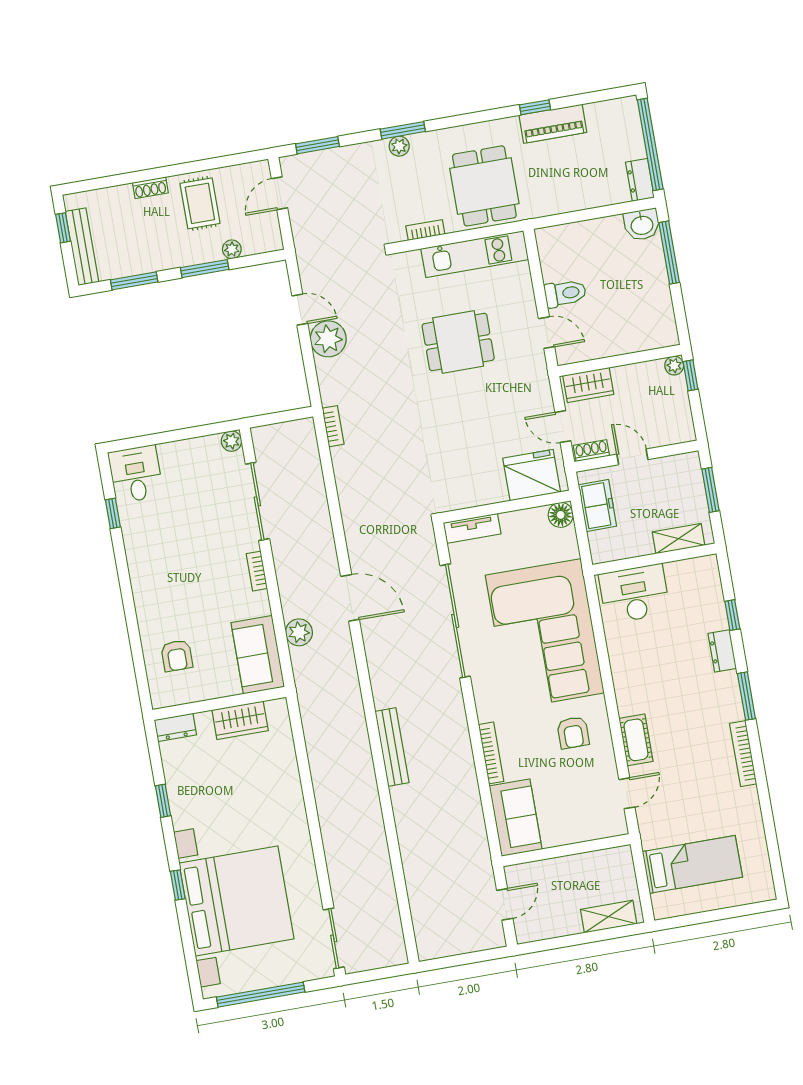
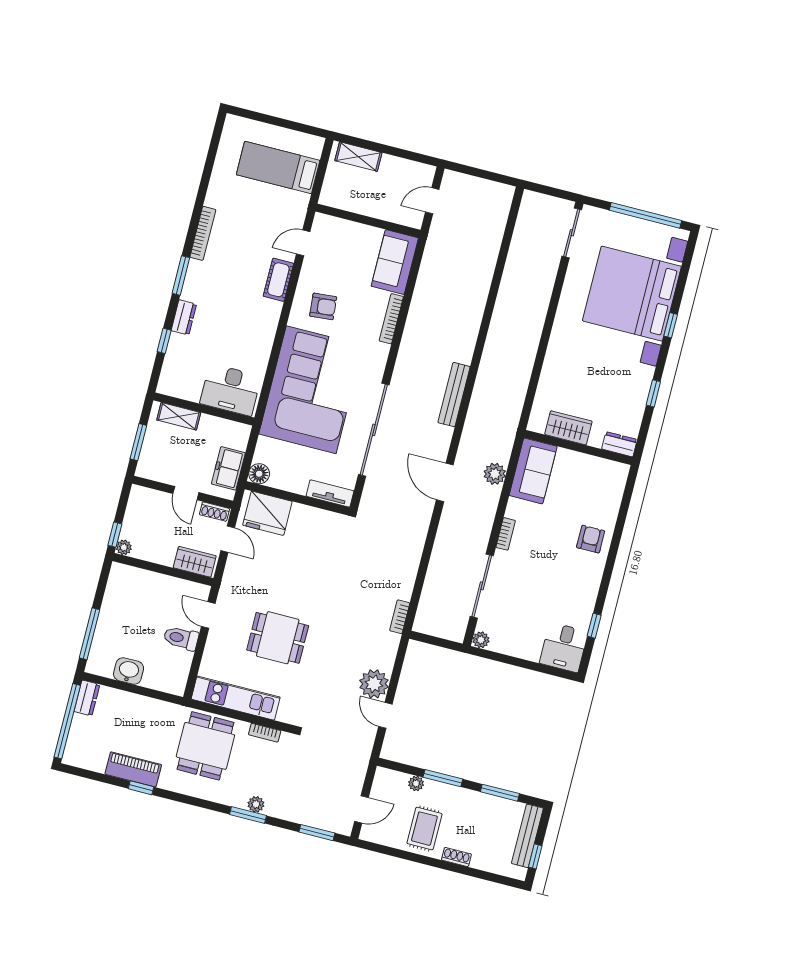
washbasin: (642, 225) -> (129, 671), moved
armchair: (177, 656) -> (591, 539), moved
armchair: (573, 733) -> (323, 306), turned 85
bench: (392, 747) -> (454, 395), moved

